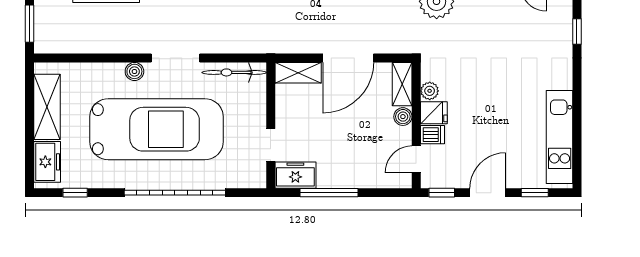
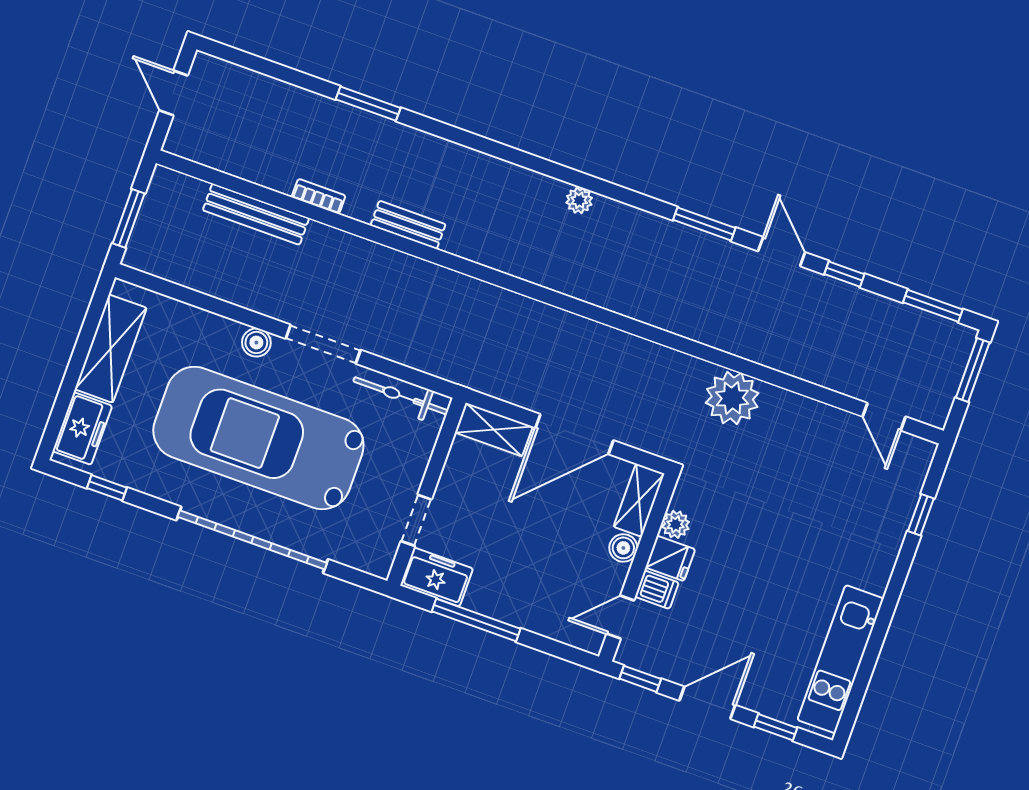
car: (157, 129) -> (258, 438), turned 180

